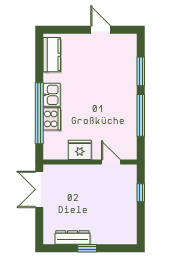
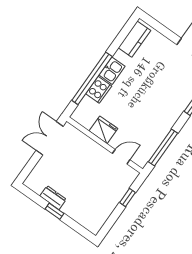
window: (141, 115) -> (163, 147), moved
door: (111, 162) -> (121, 157), hinge flipped
dresser: (72, 238) -> (53, 198), width x0.70

